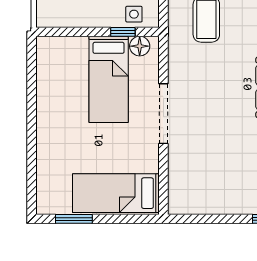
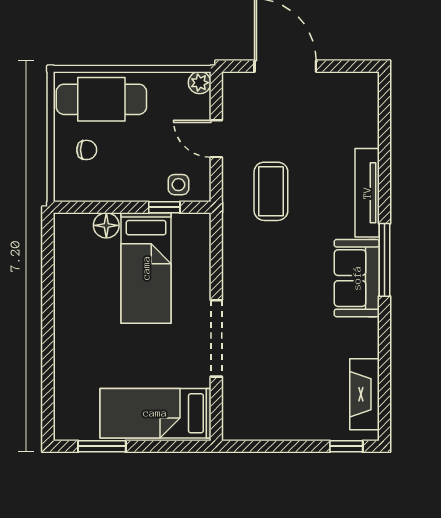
floor lamp: (140, 46) -> (106, 225), moved
doorway: (163, 114) -> (216, 338), moved

